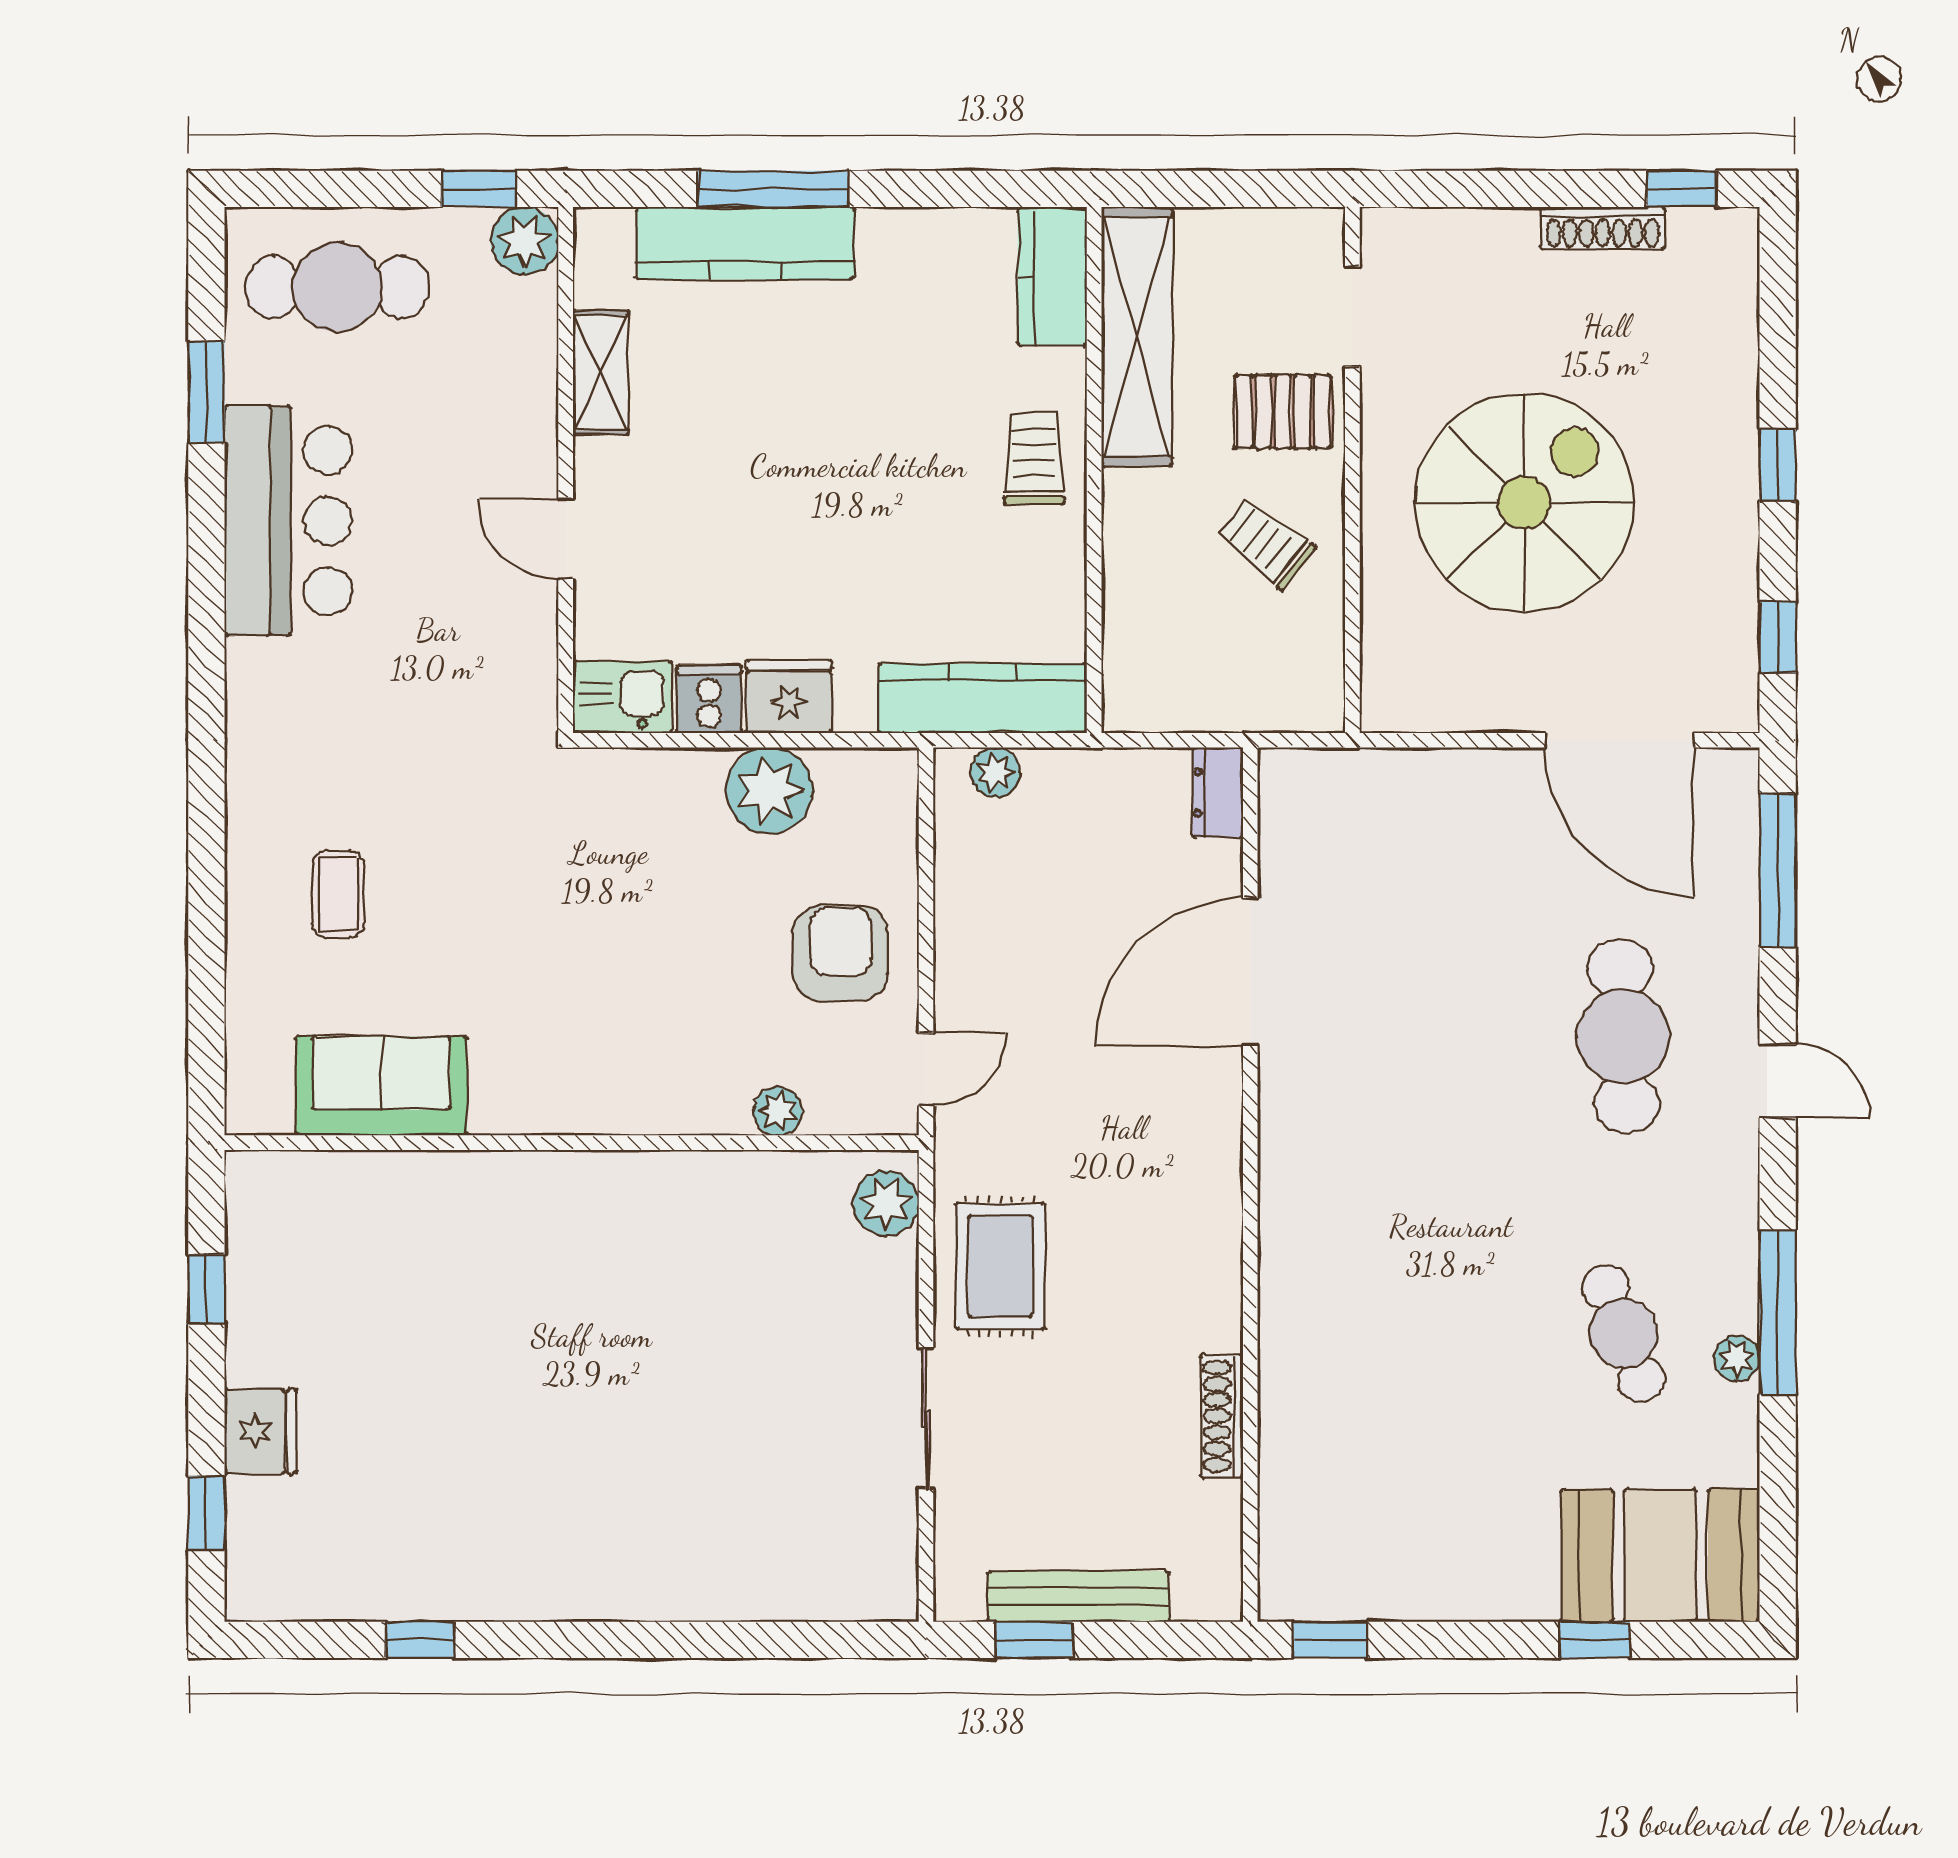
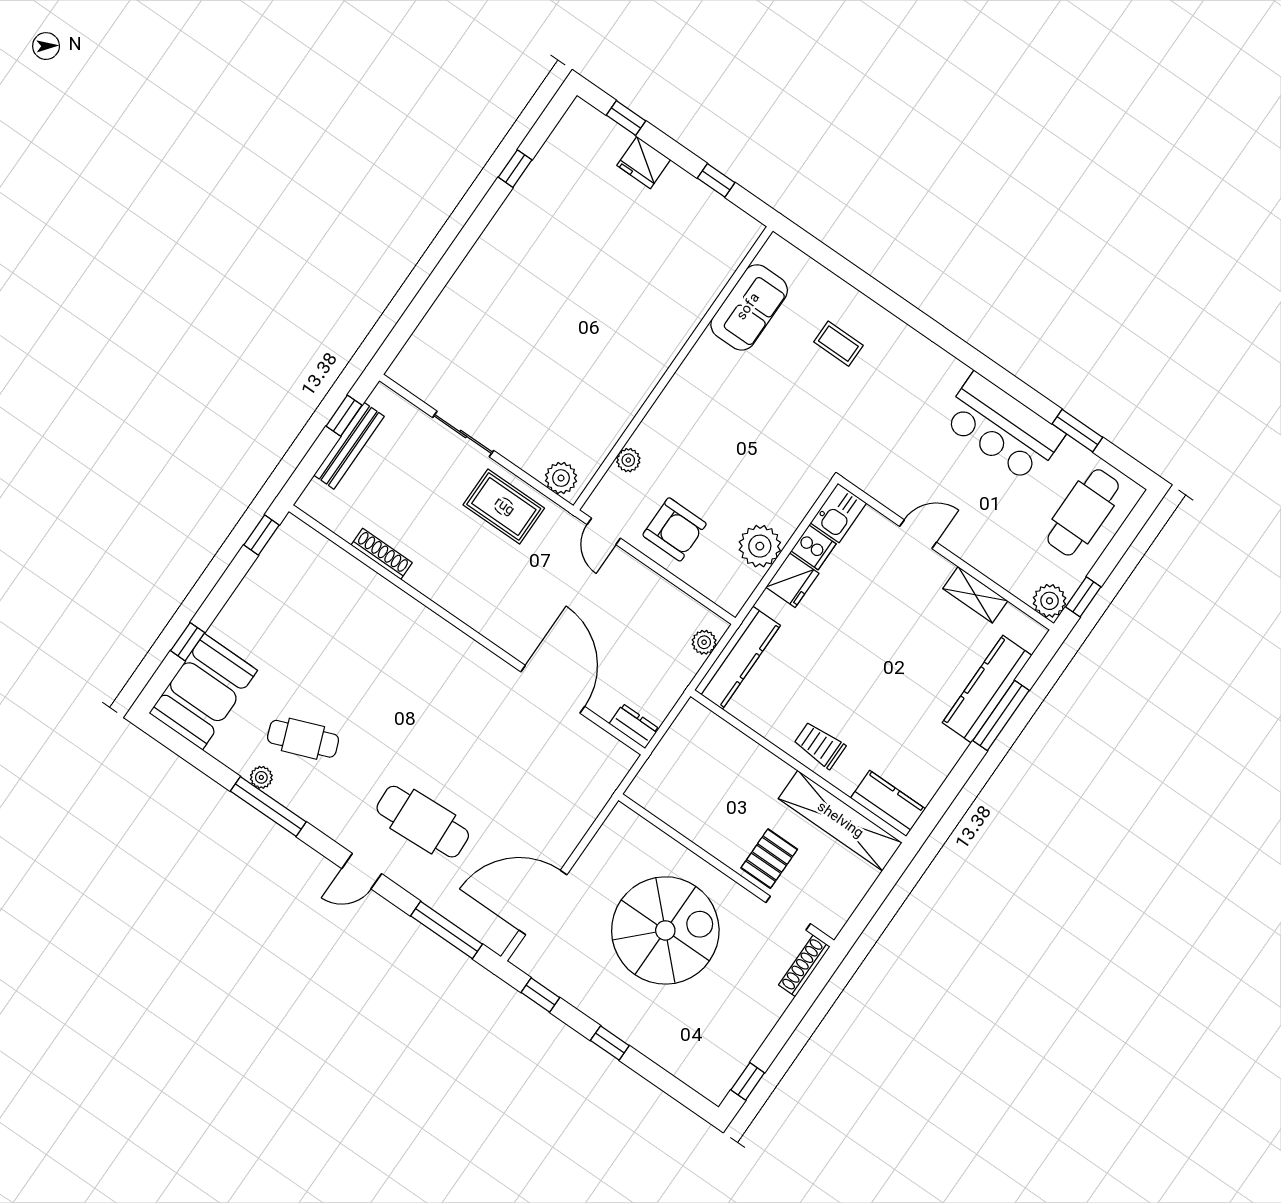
shoe rack: (1603, 228) -> (804, 966), moved
trolley: (1034, 459) -> (820, 745), turned 180
spiral stairs: (1524, 503) -> (665, 930), turned -90
trolley: (1266, 543) -> (721, 815), removed

